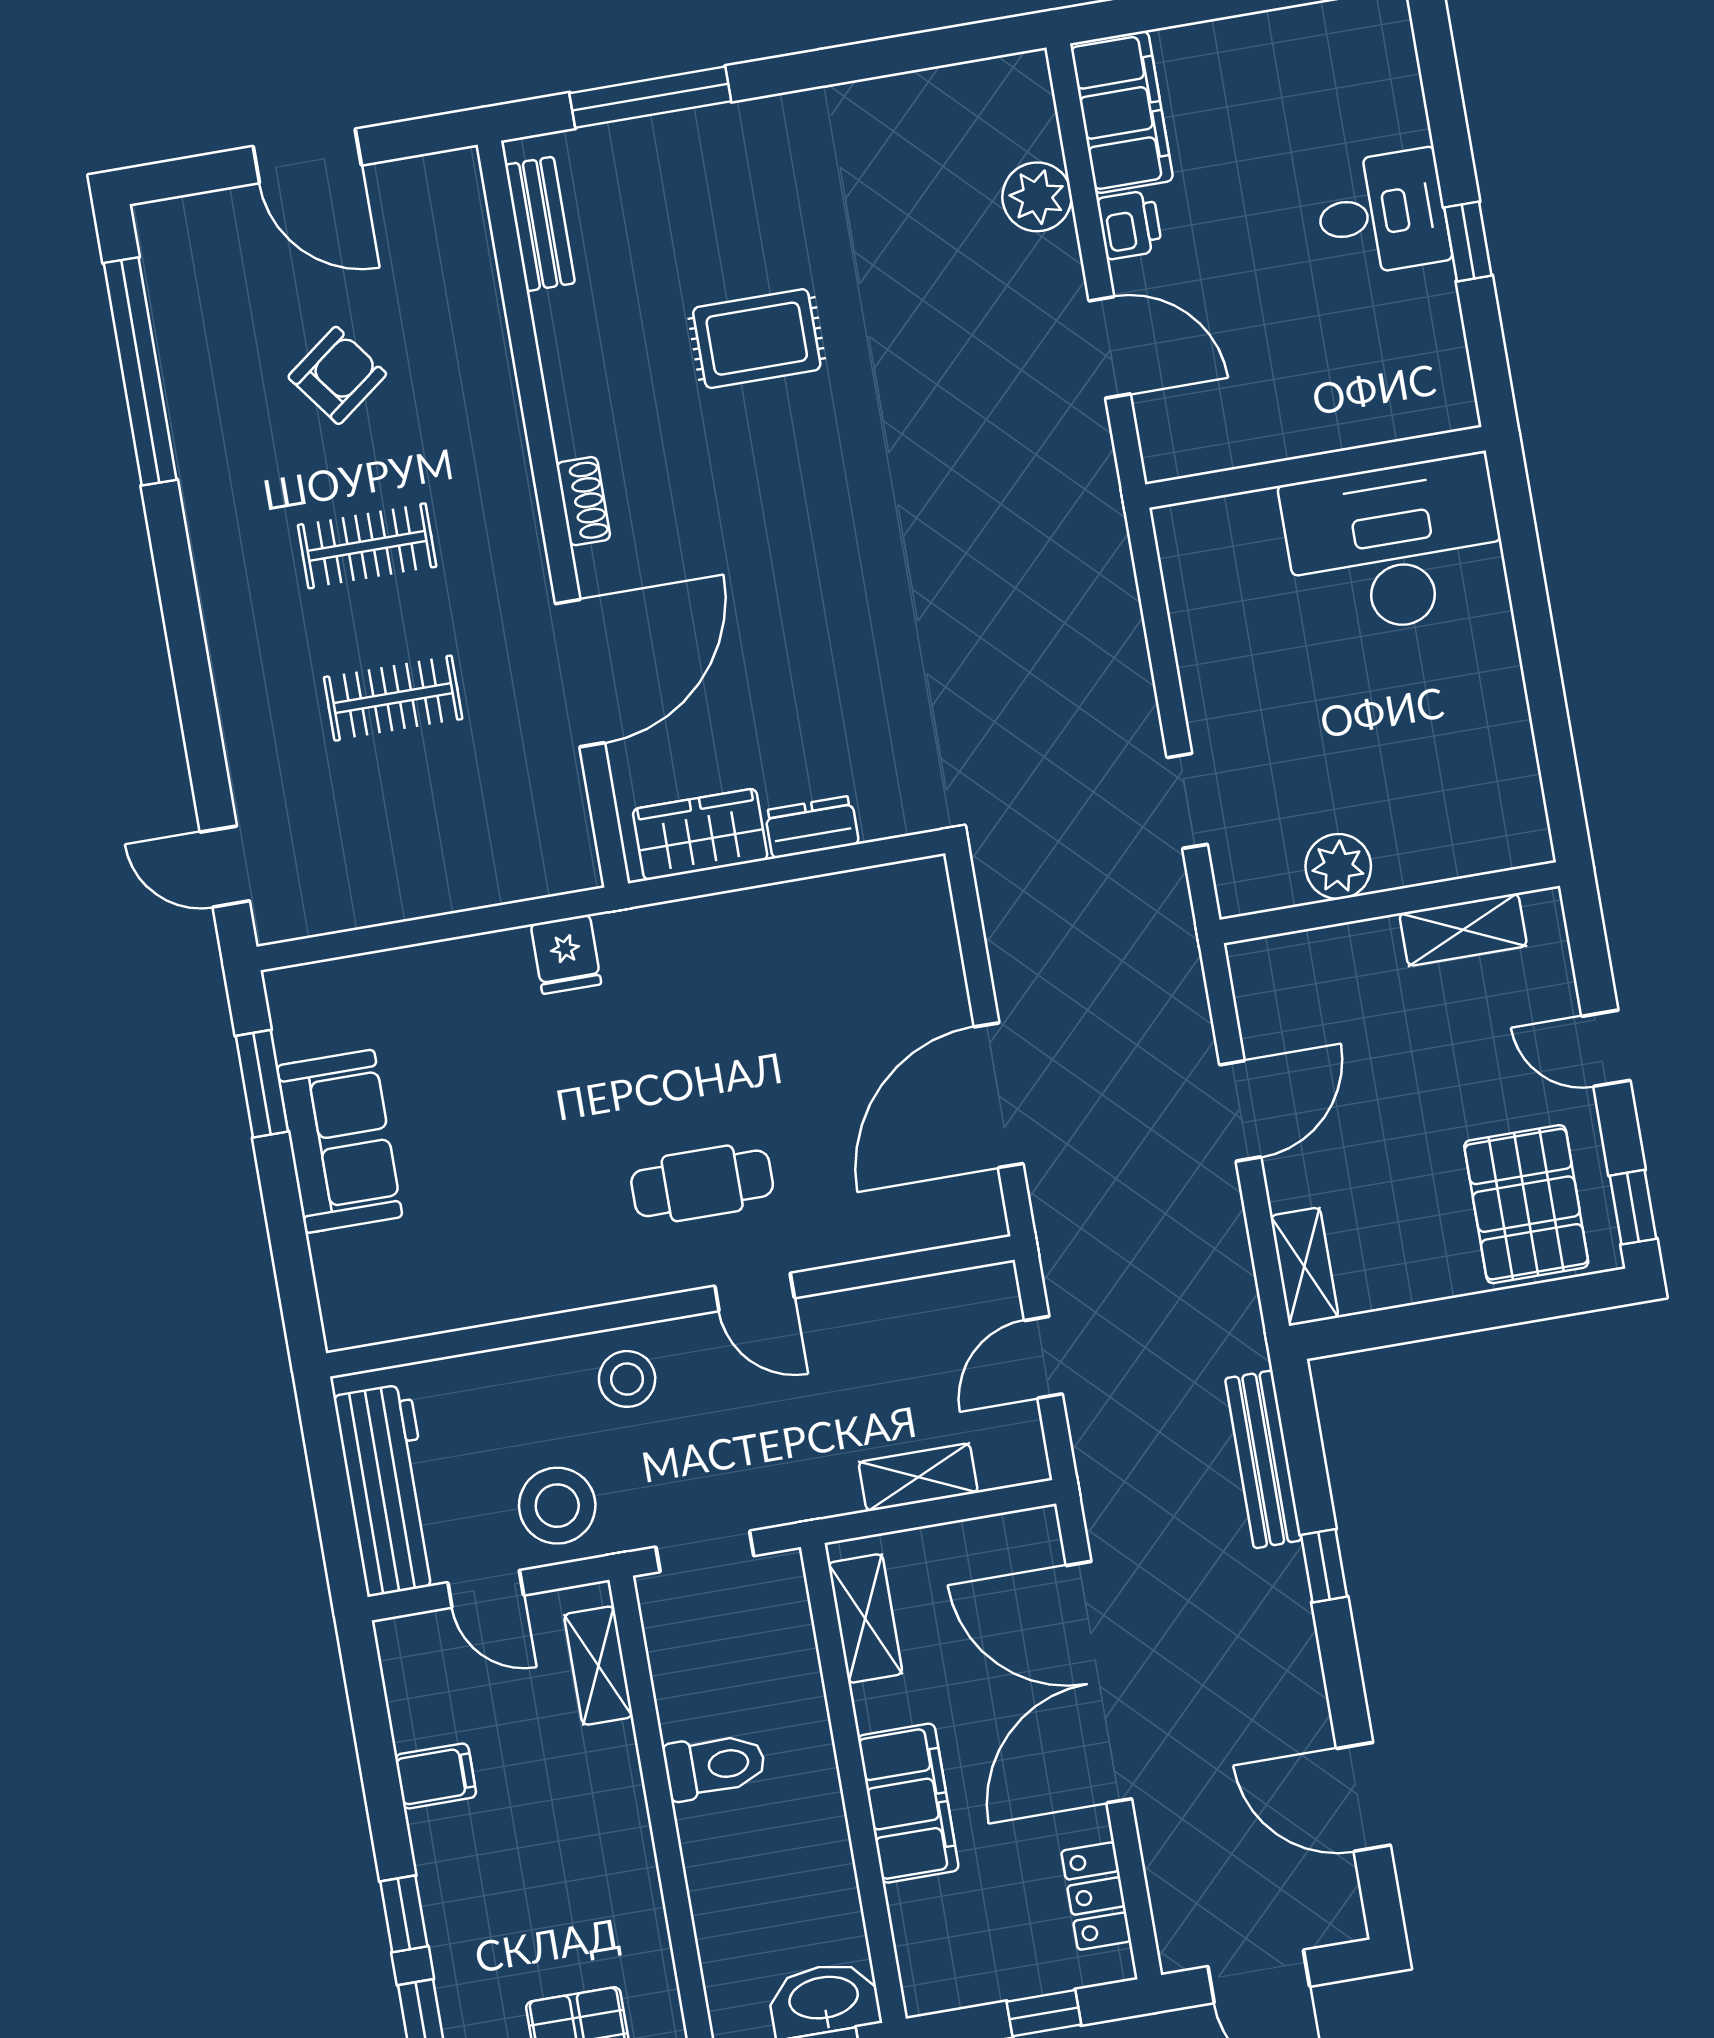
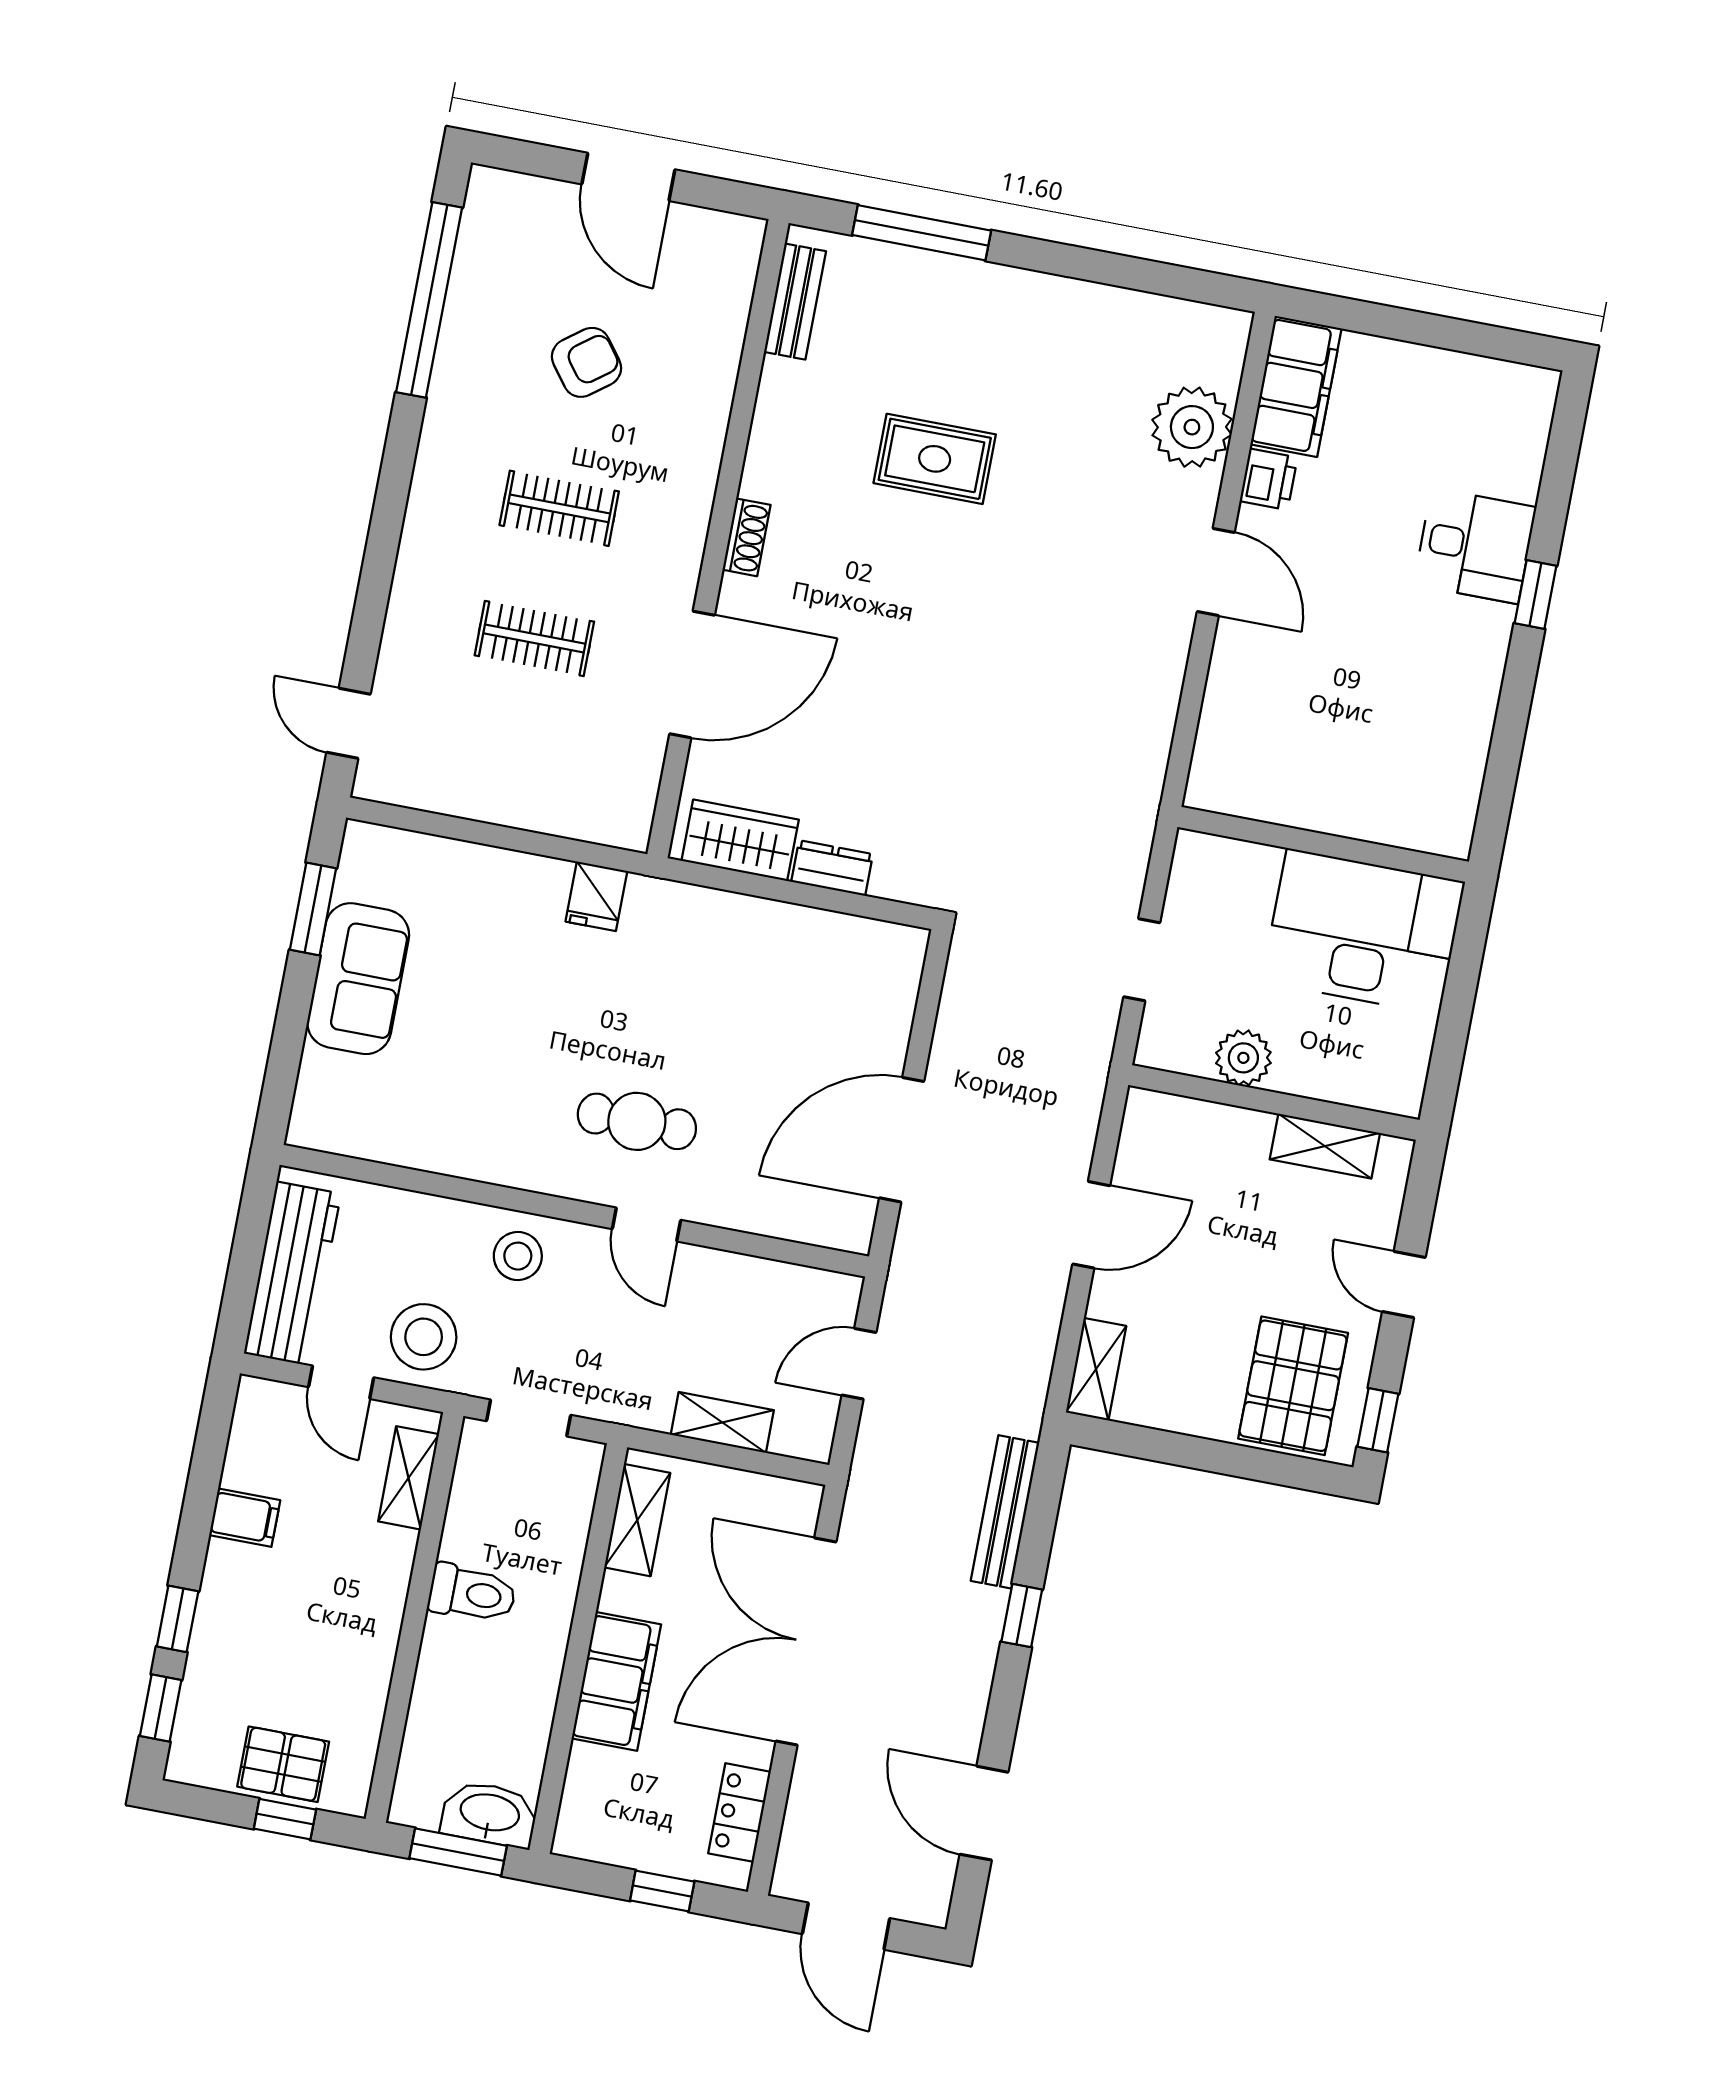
plant: (1037, 197) -> (1192, 427), width x1.36, depth x1.36
wall: (1315, 467) -> (1323, 844), moved
desk: (1395, 546) -> (1363, 932), moved

